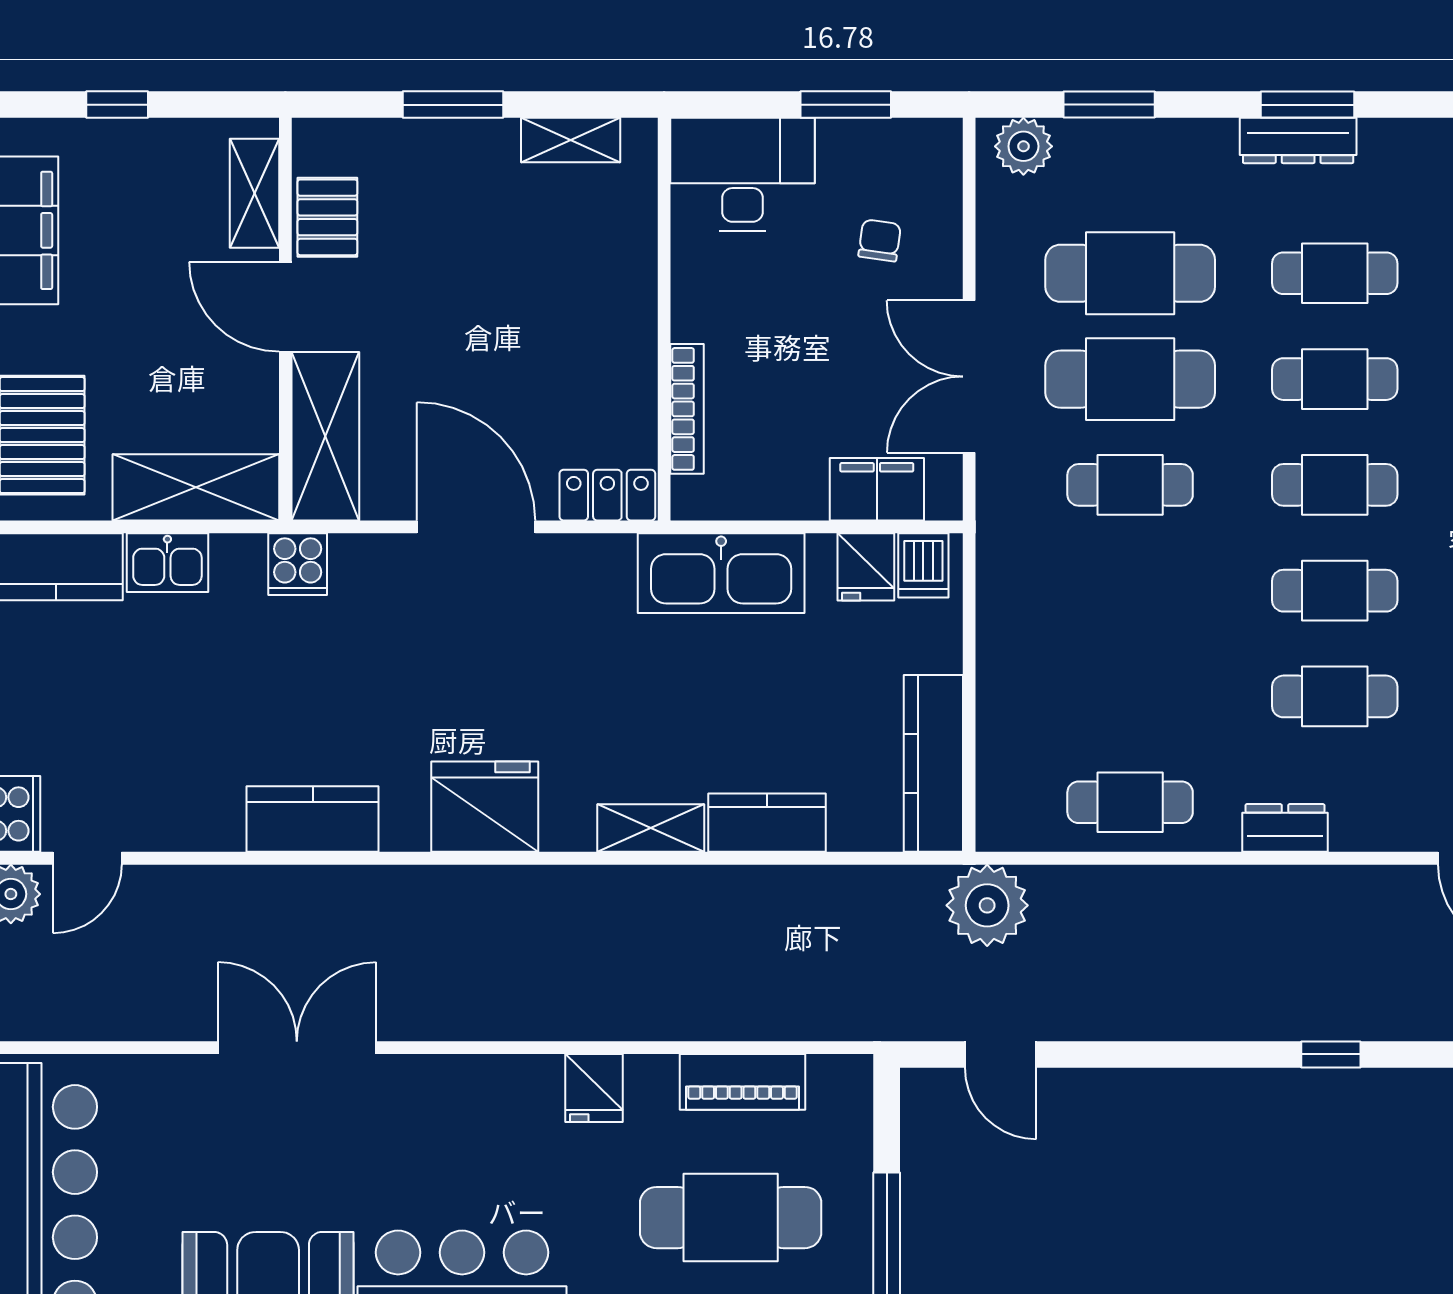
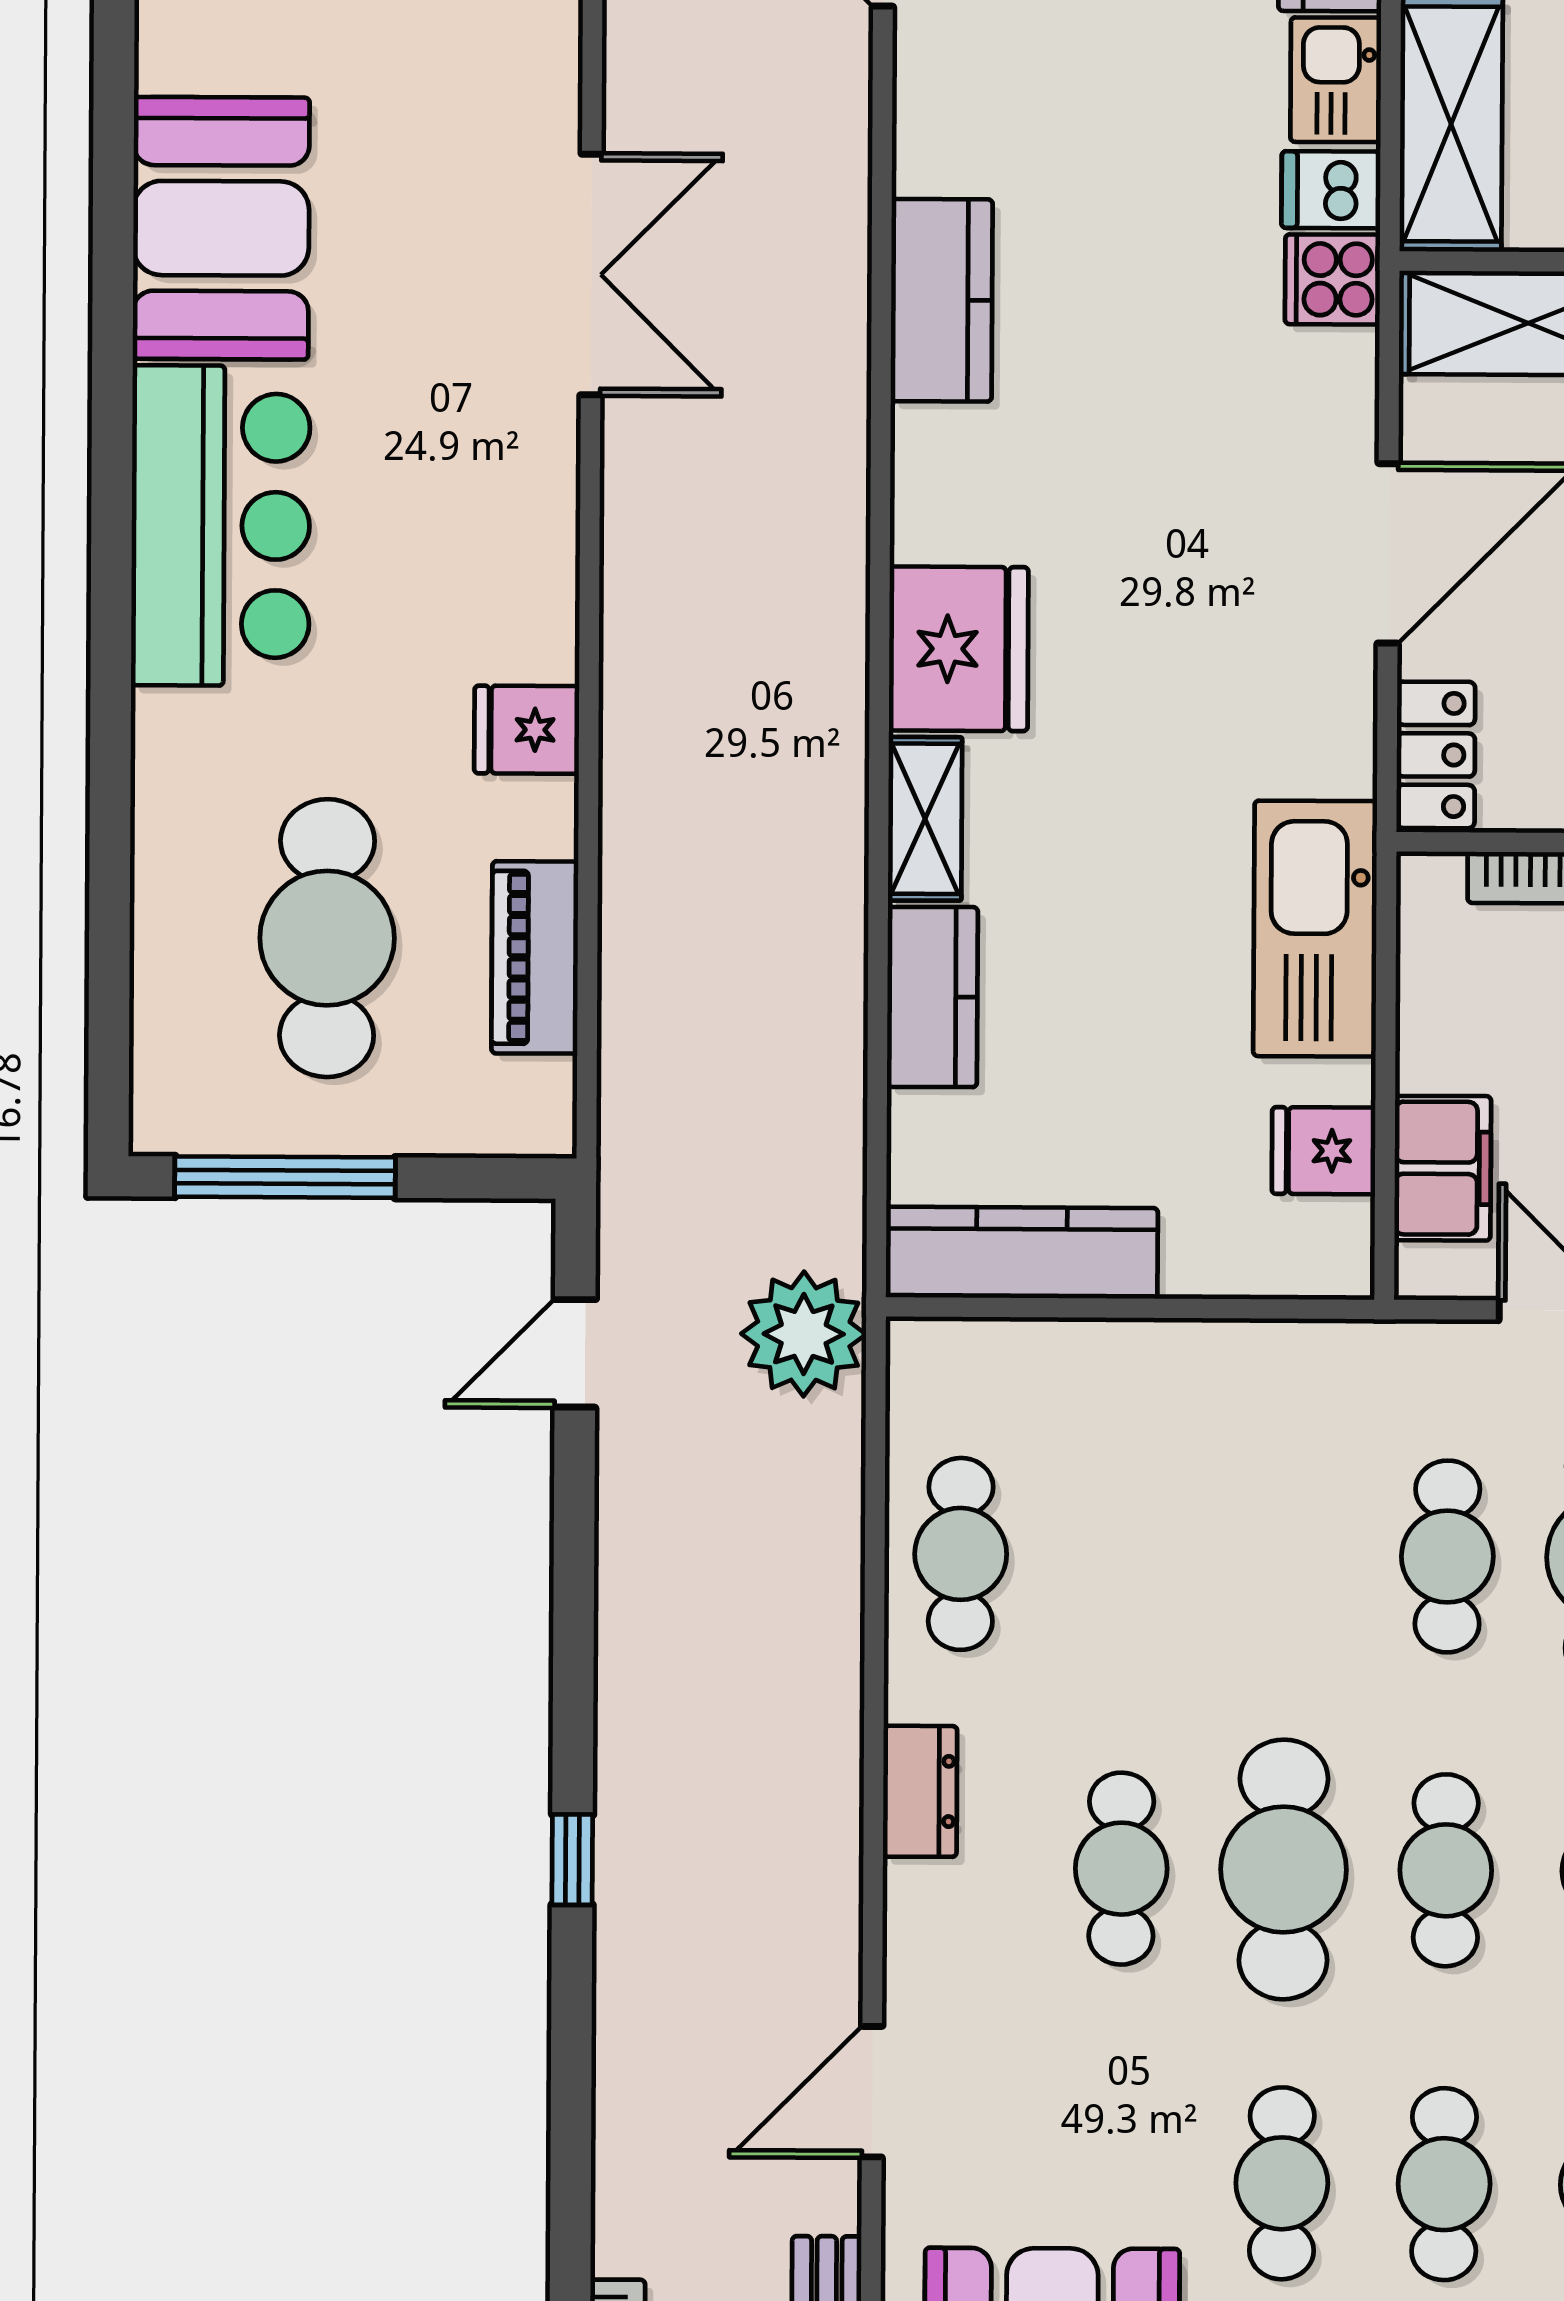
dishwasher: (923, 565) -> (1331, 190), moved
cafe table: (1335, 591) -> (1283, 1869), width x1.37, depth x1.35
fridge: (485, 807) -> (959, 649), moved

